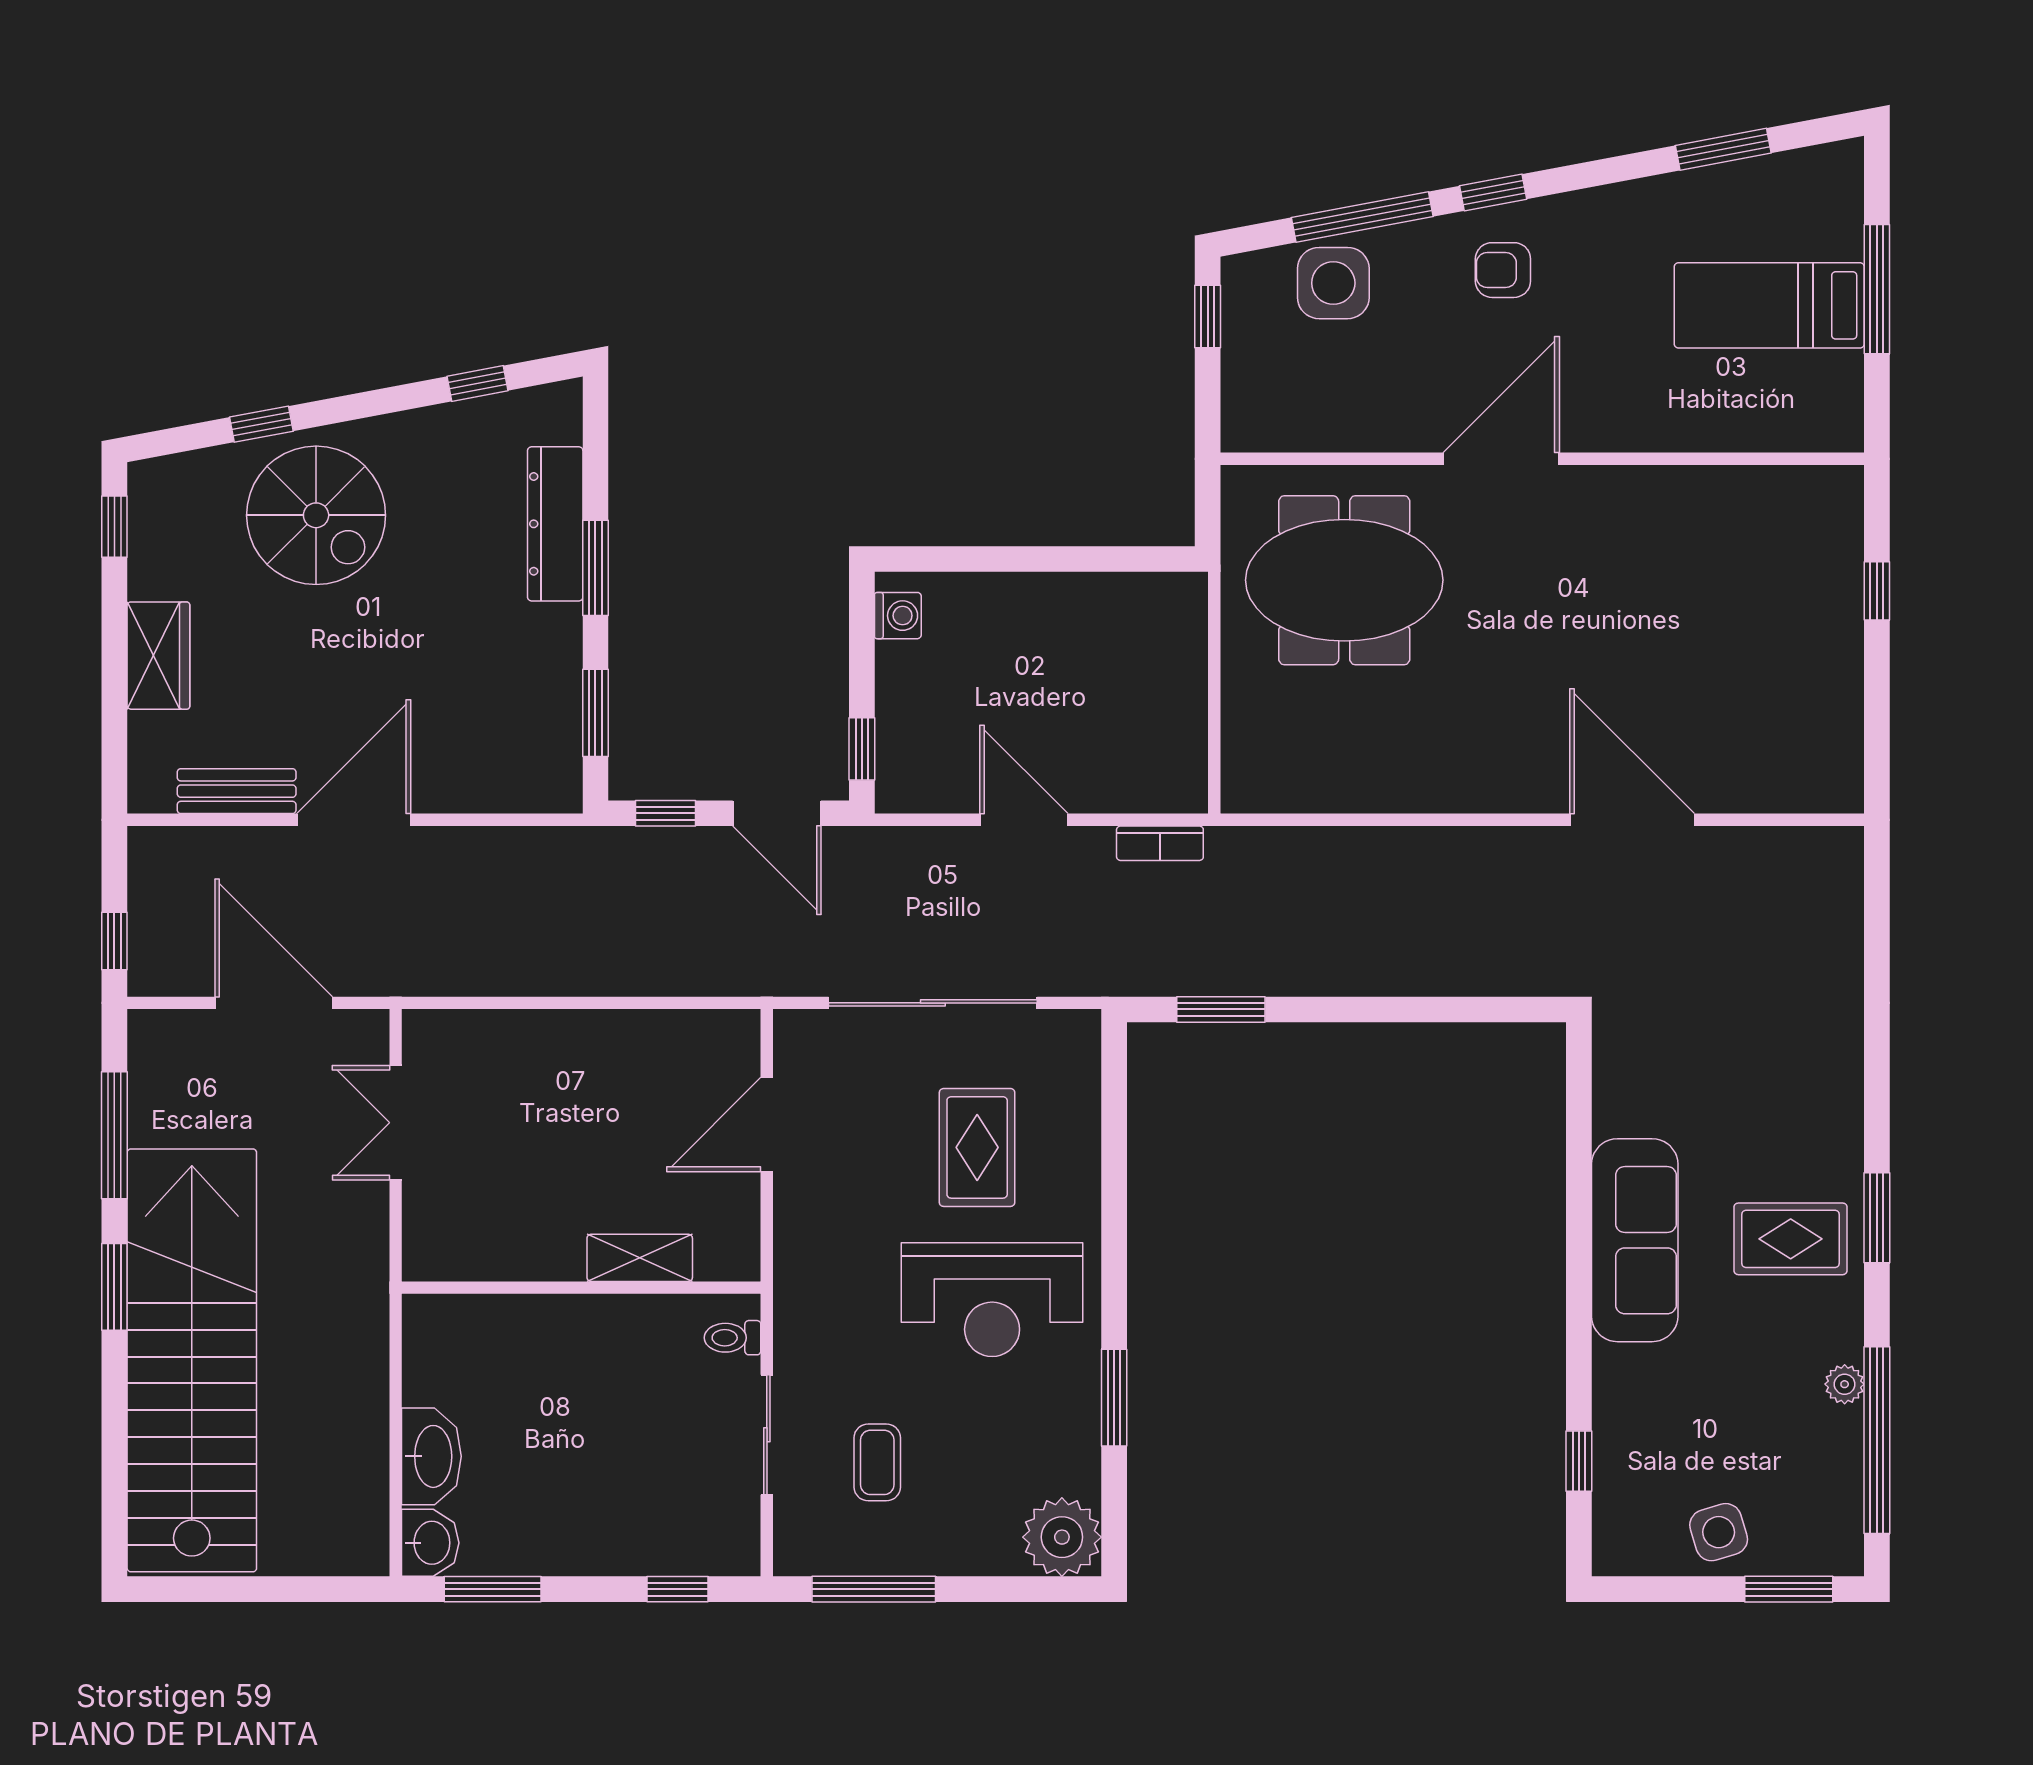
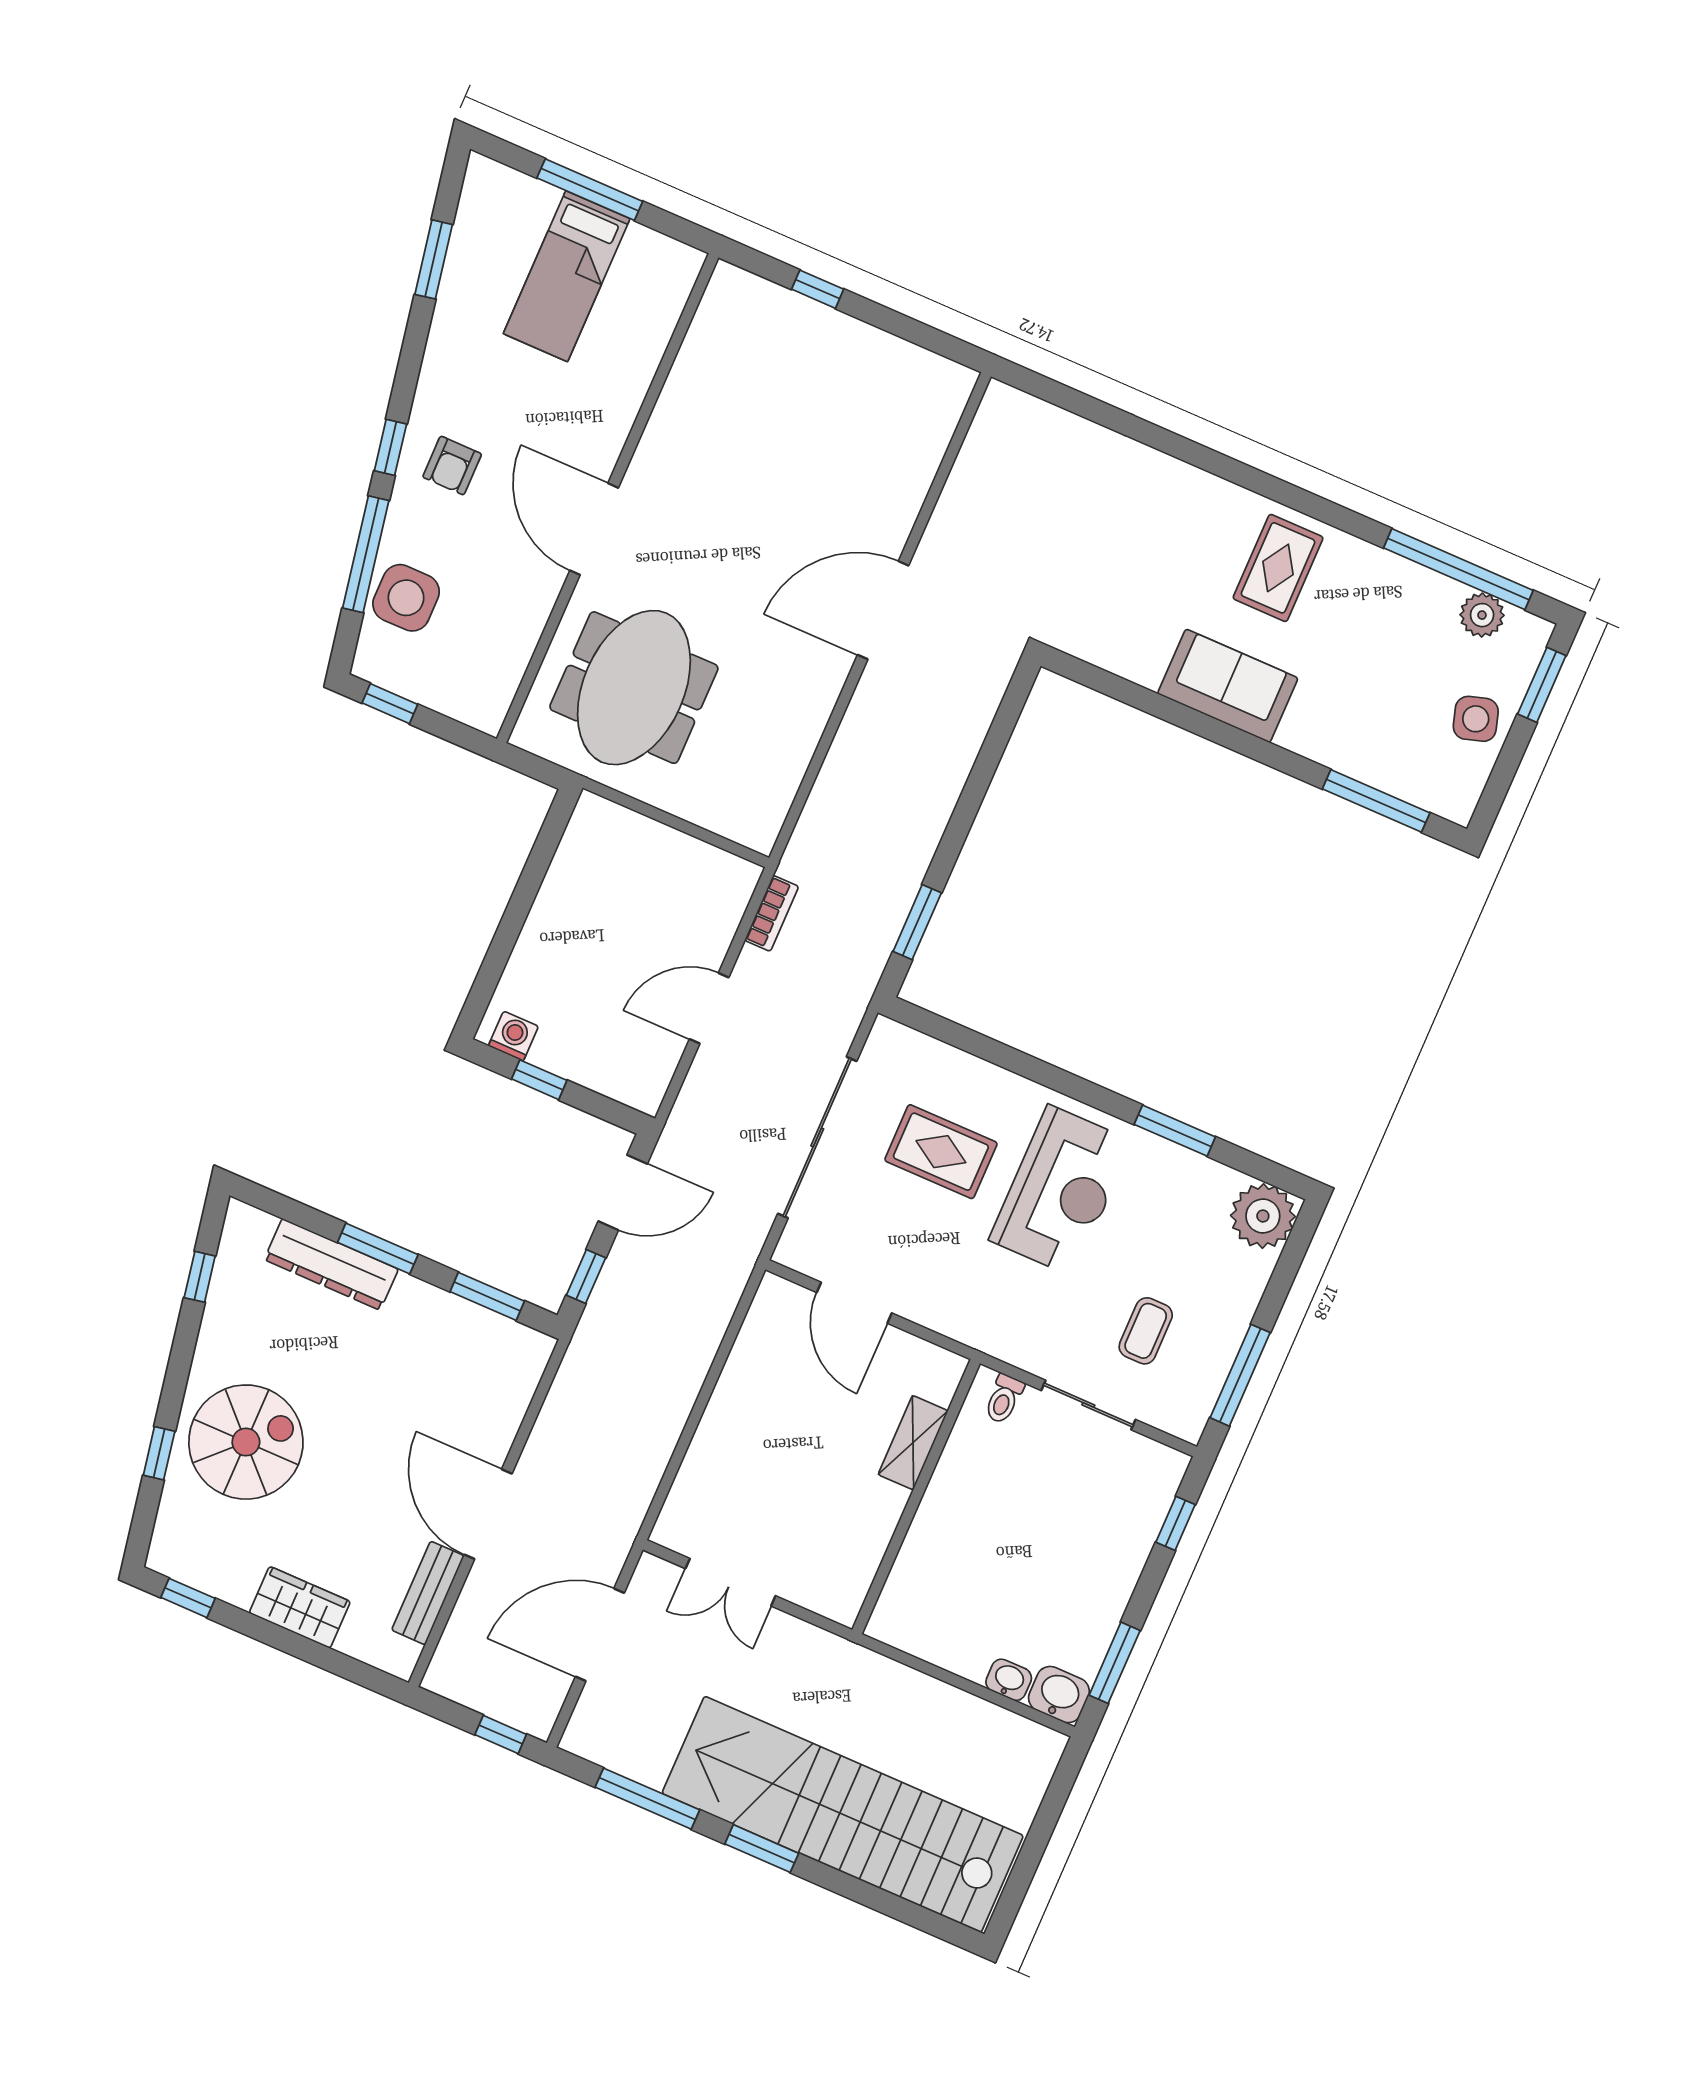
window: (862, 749) -> (539, 1080), moved
door: (1632, 820) -> (883, 610), moved
window: (1877, 1218) -> (1291, 496), removed
sofa: (1635, 1240) -> (1228, 686), width x0.73
plant: (1845, 1384) -> (1482, 615), moved, width x1.38, depth x1.38
washbasin: (431, 1456) -> (1009, 1680), width x0.52, depth x0.69
window: (1579, 1461) -> (1376, 801), width x2.17
coffee table: (877, 1462) -> (1146, 1331), turned 90

